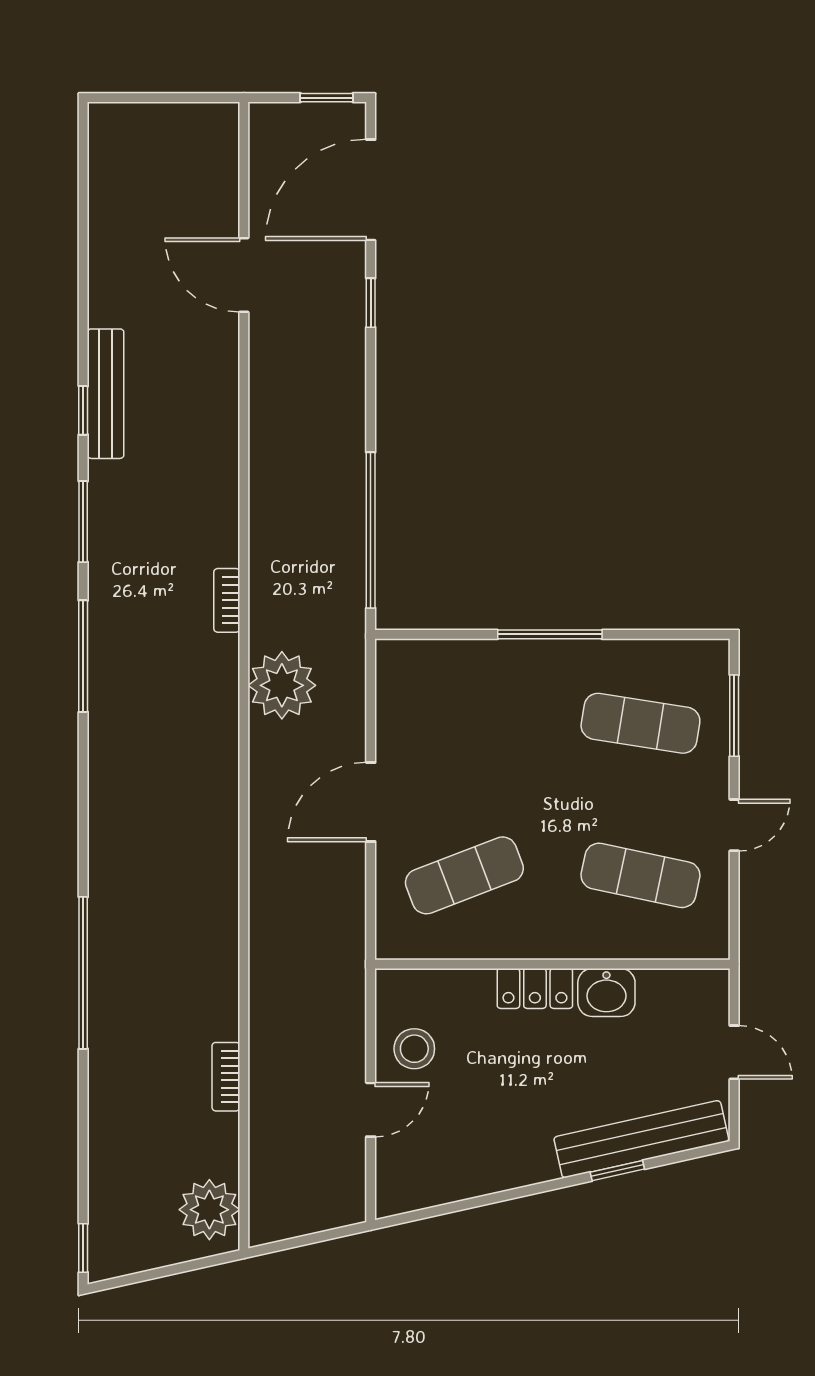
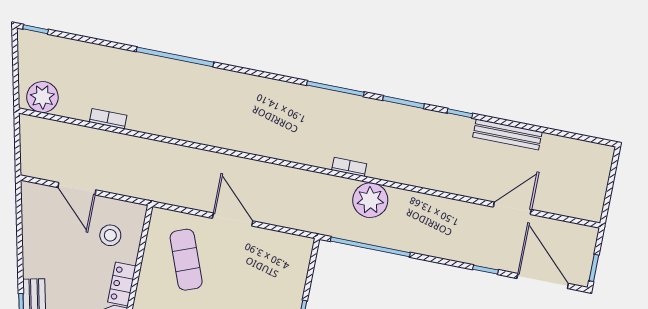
bench: (106, 394) -> (507, 134), moved
plant: (282, 685) -> (370, 200), moved
stool: (414, 1049) -> (110, 235), moved
door: (371, 1110) -> (77, 189), width x1.38

